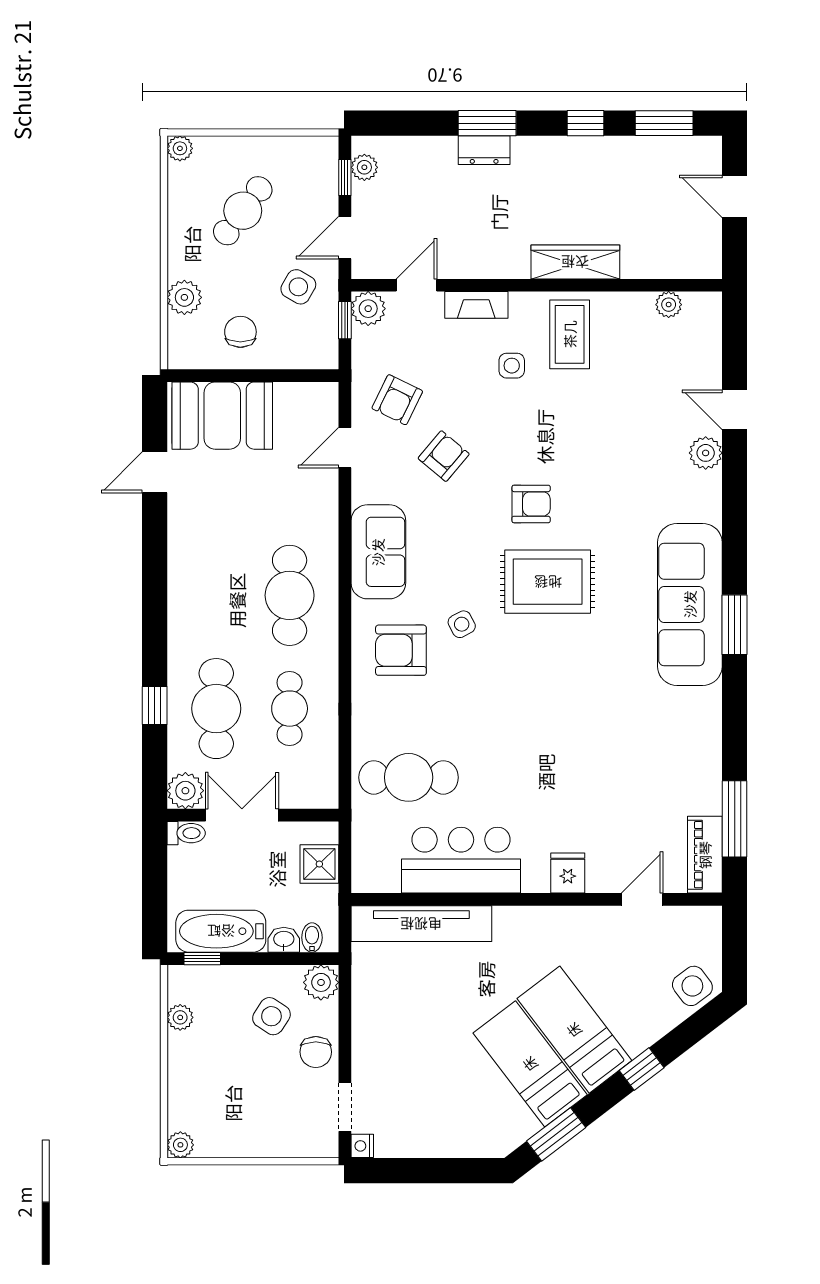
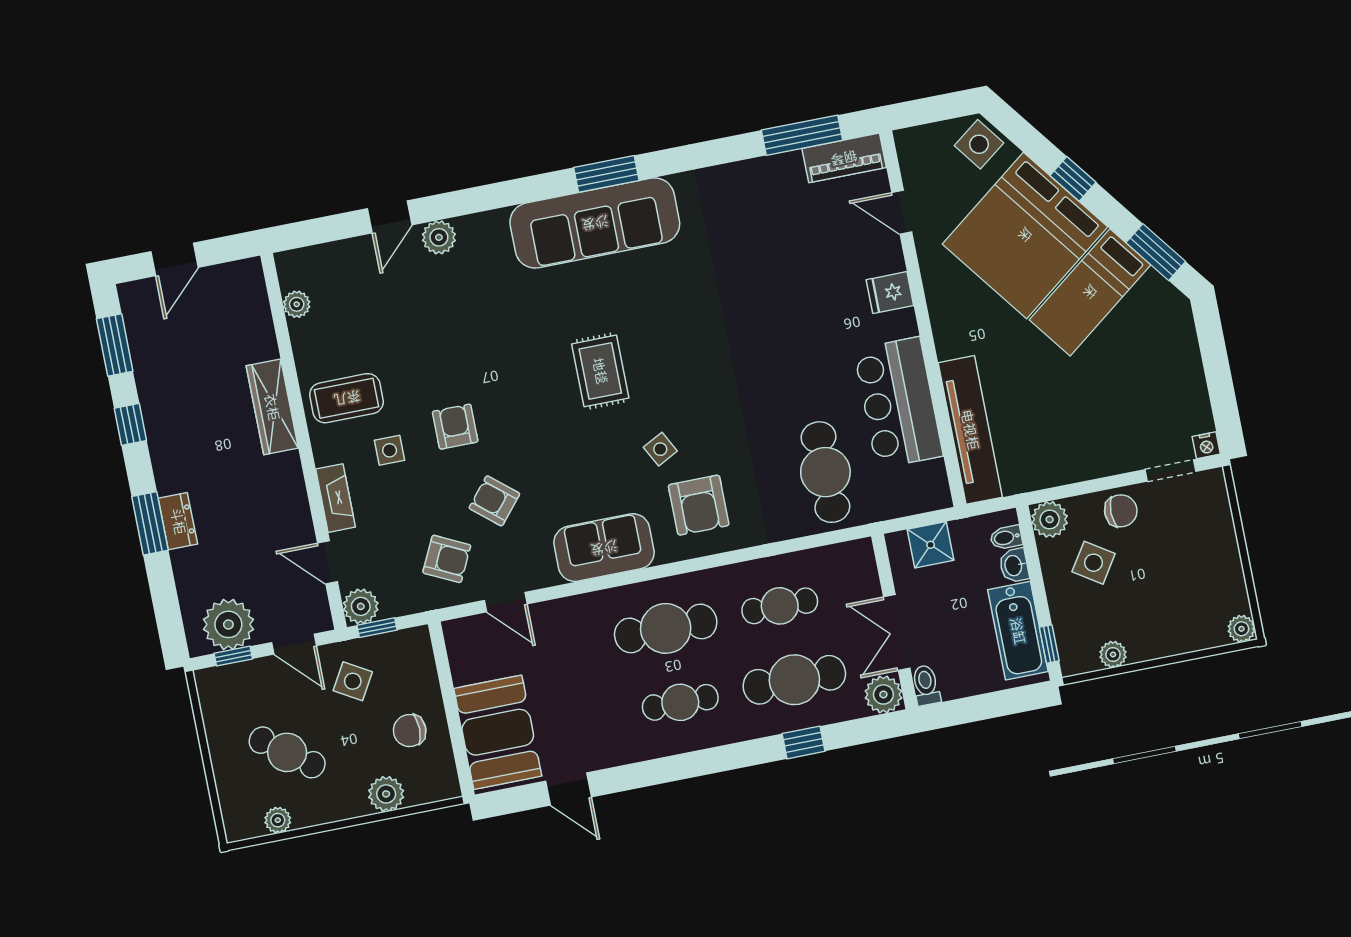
plant: (180, 148) -> (278, 820), moved
plant: (364, 167) -> (228, 624), width x1.87, depth x1.87
armchair: (531, 504) -> (455, 427), moved
rug: (548, 582) -> (600, 371), width x0.73, depth x0.70
cafe table: (216, 595) -> (680, 702), added
bed: (574, 1030) -> (1025, 235), width x2.04

